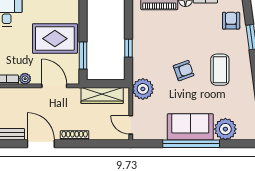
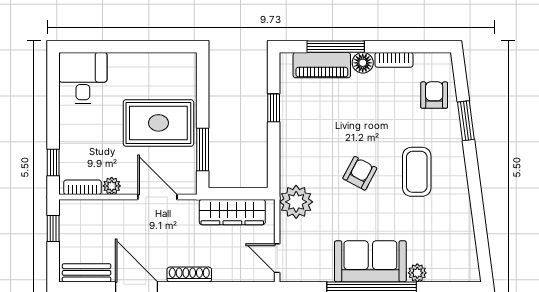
window: (129, 48) -> (274, 108), moved
armchair: (184, 71) -> (360, 173), turned -42
plant: (225, 129) -> (417, 273), width x0.53, depth x0.53

